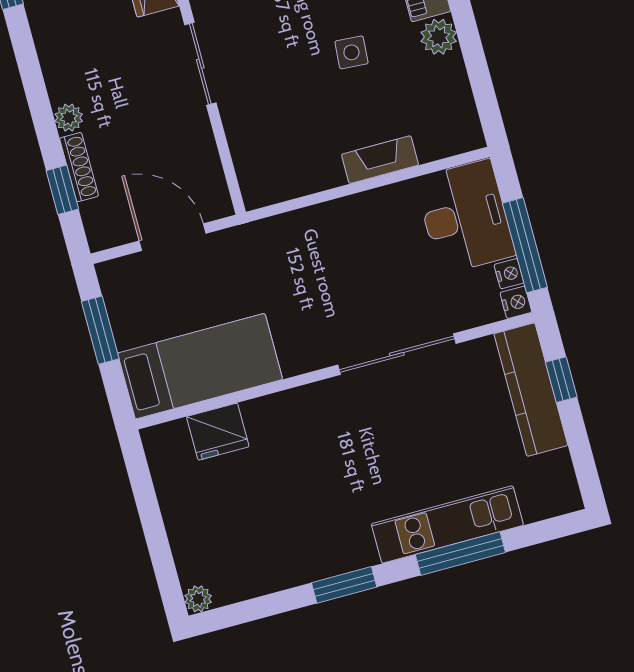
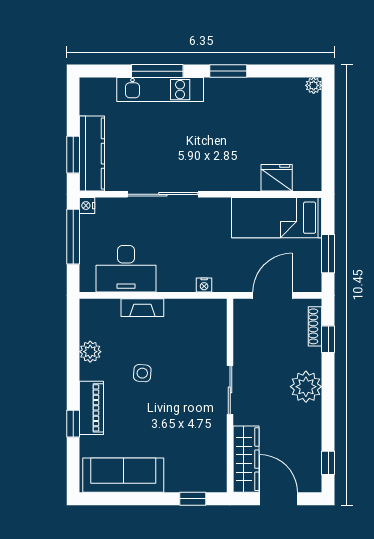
plant: (439, 37) -> (90, 352), moved
plant: (69, 118) -> (306, 387), width x1.88, depth x1.88
shoe rack: (79, 167) -> (315, 326), moved
desk: (465, 217) -> (126, 269), moved, turned -90
door: (173, 237) -> (273, 295), swing flipped
nightstand: (509, 274) -> (204, 285), moved, turned -90
window: (561, 380) -> (73, 155), width x1.50

